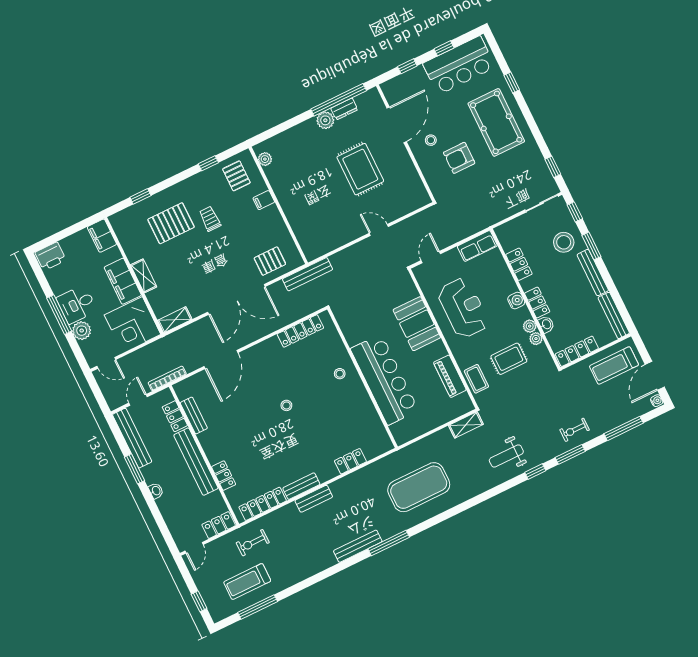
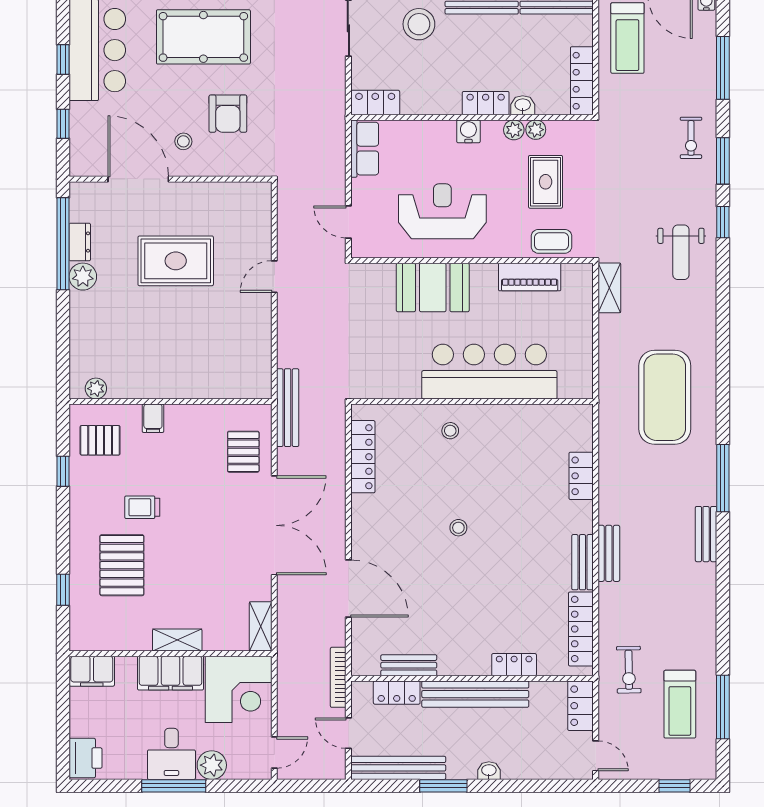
locker: (519, 264) -> (375, 103), moved
bench: (358, 546) -> (706, 534), width x0.73

